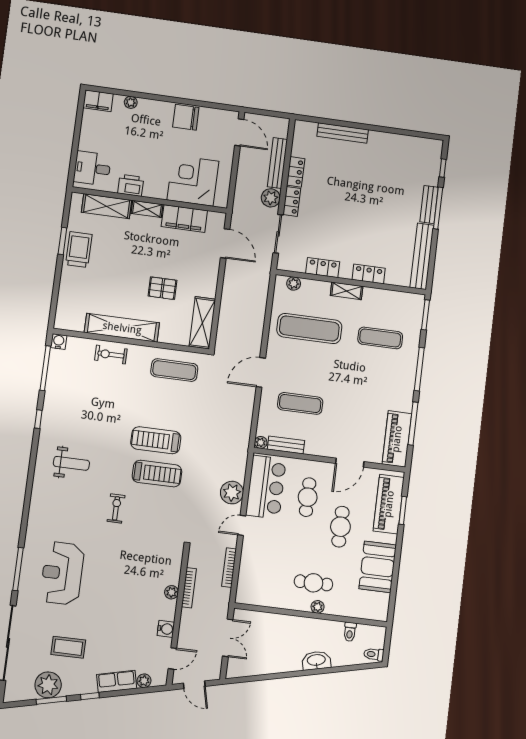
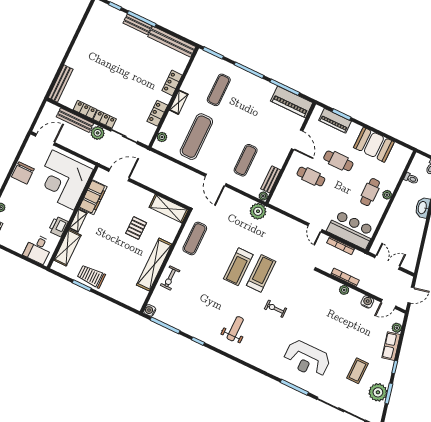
bench: (343, 133) -> (61, 83), moved
corner desk: (193, 181) -> (63, 180), width x1.36, depth x1.36
bar counter: (266, 487) -> (351, 230), moved
plant: (232, 493) -> (258, 211), moved
piano: (389, 504) -> (335, 121), width x0.73, depth x0.75
door: (172, 658) -> (388, 304), swing flipped

